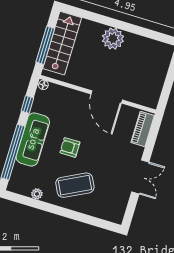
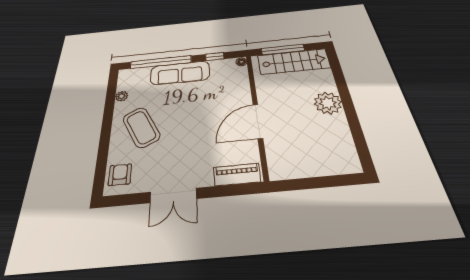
armchair: (70, 147) -> (120, 175), moved

